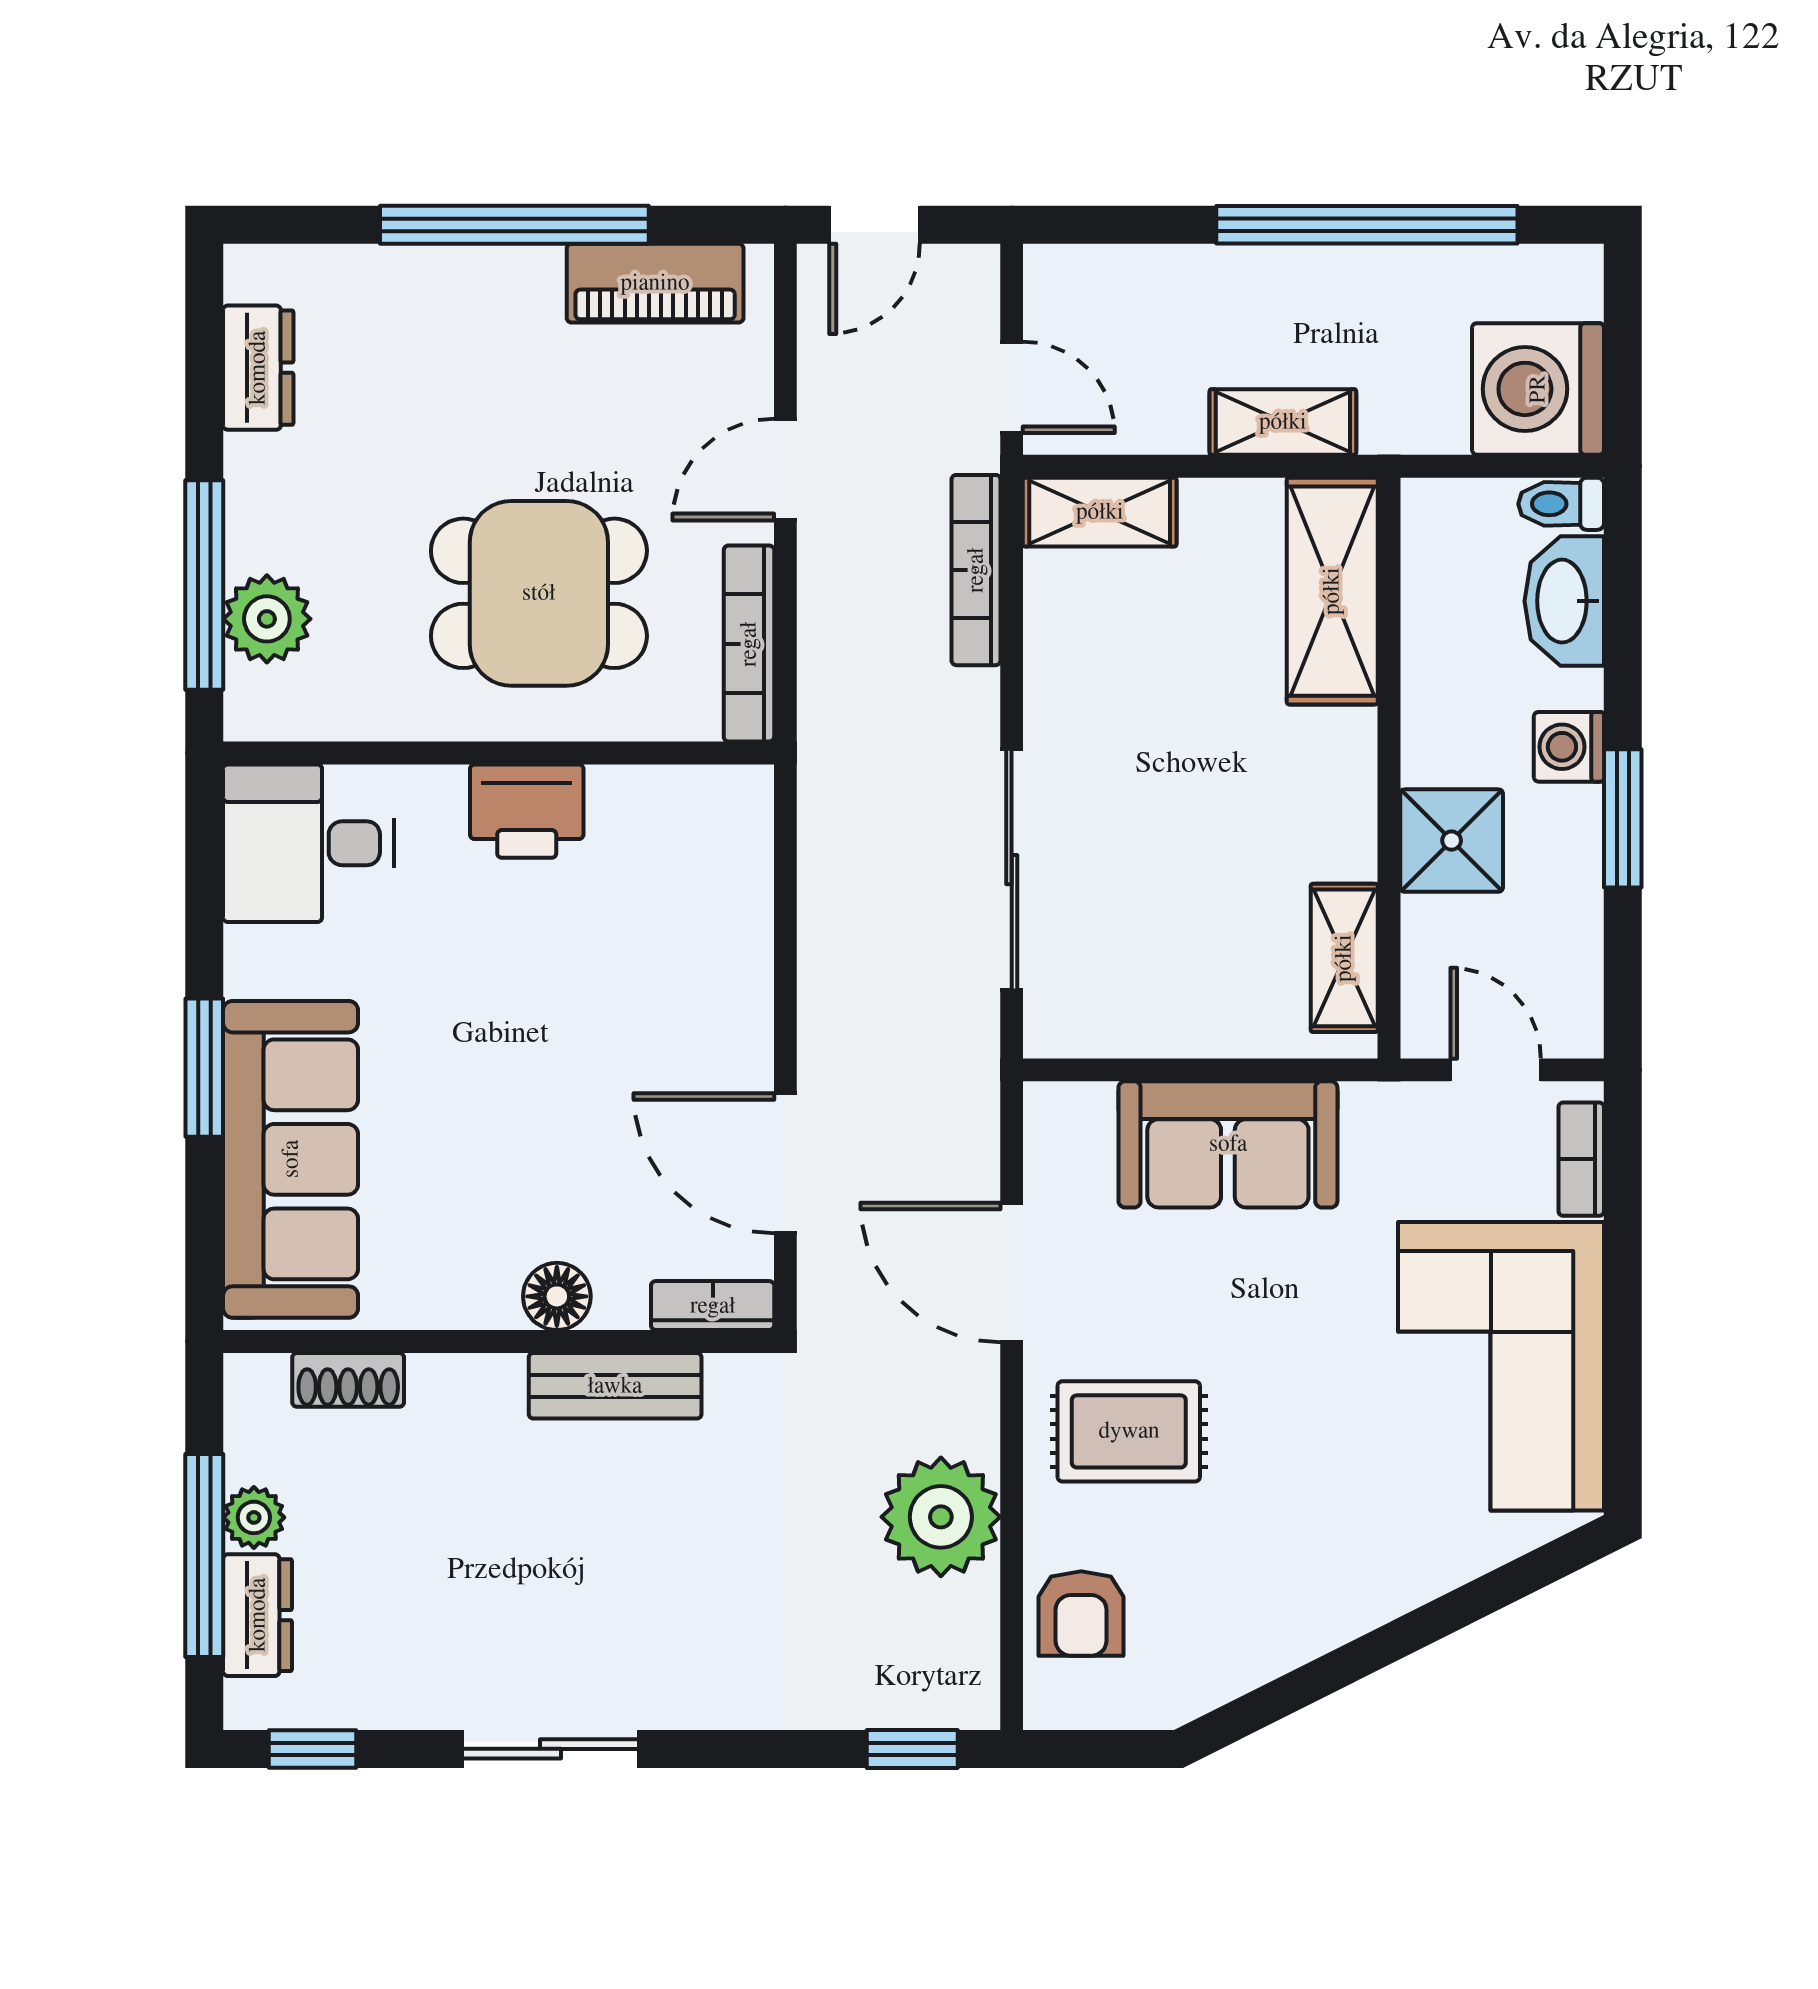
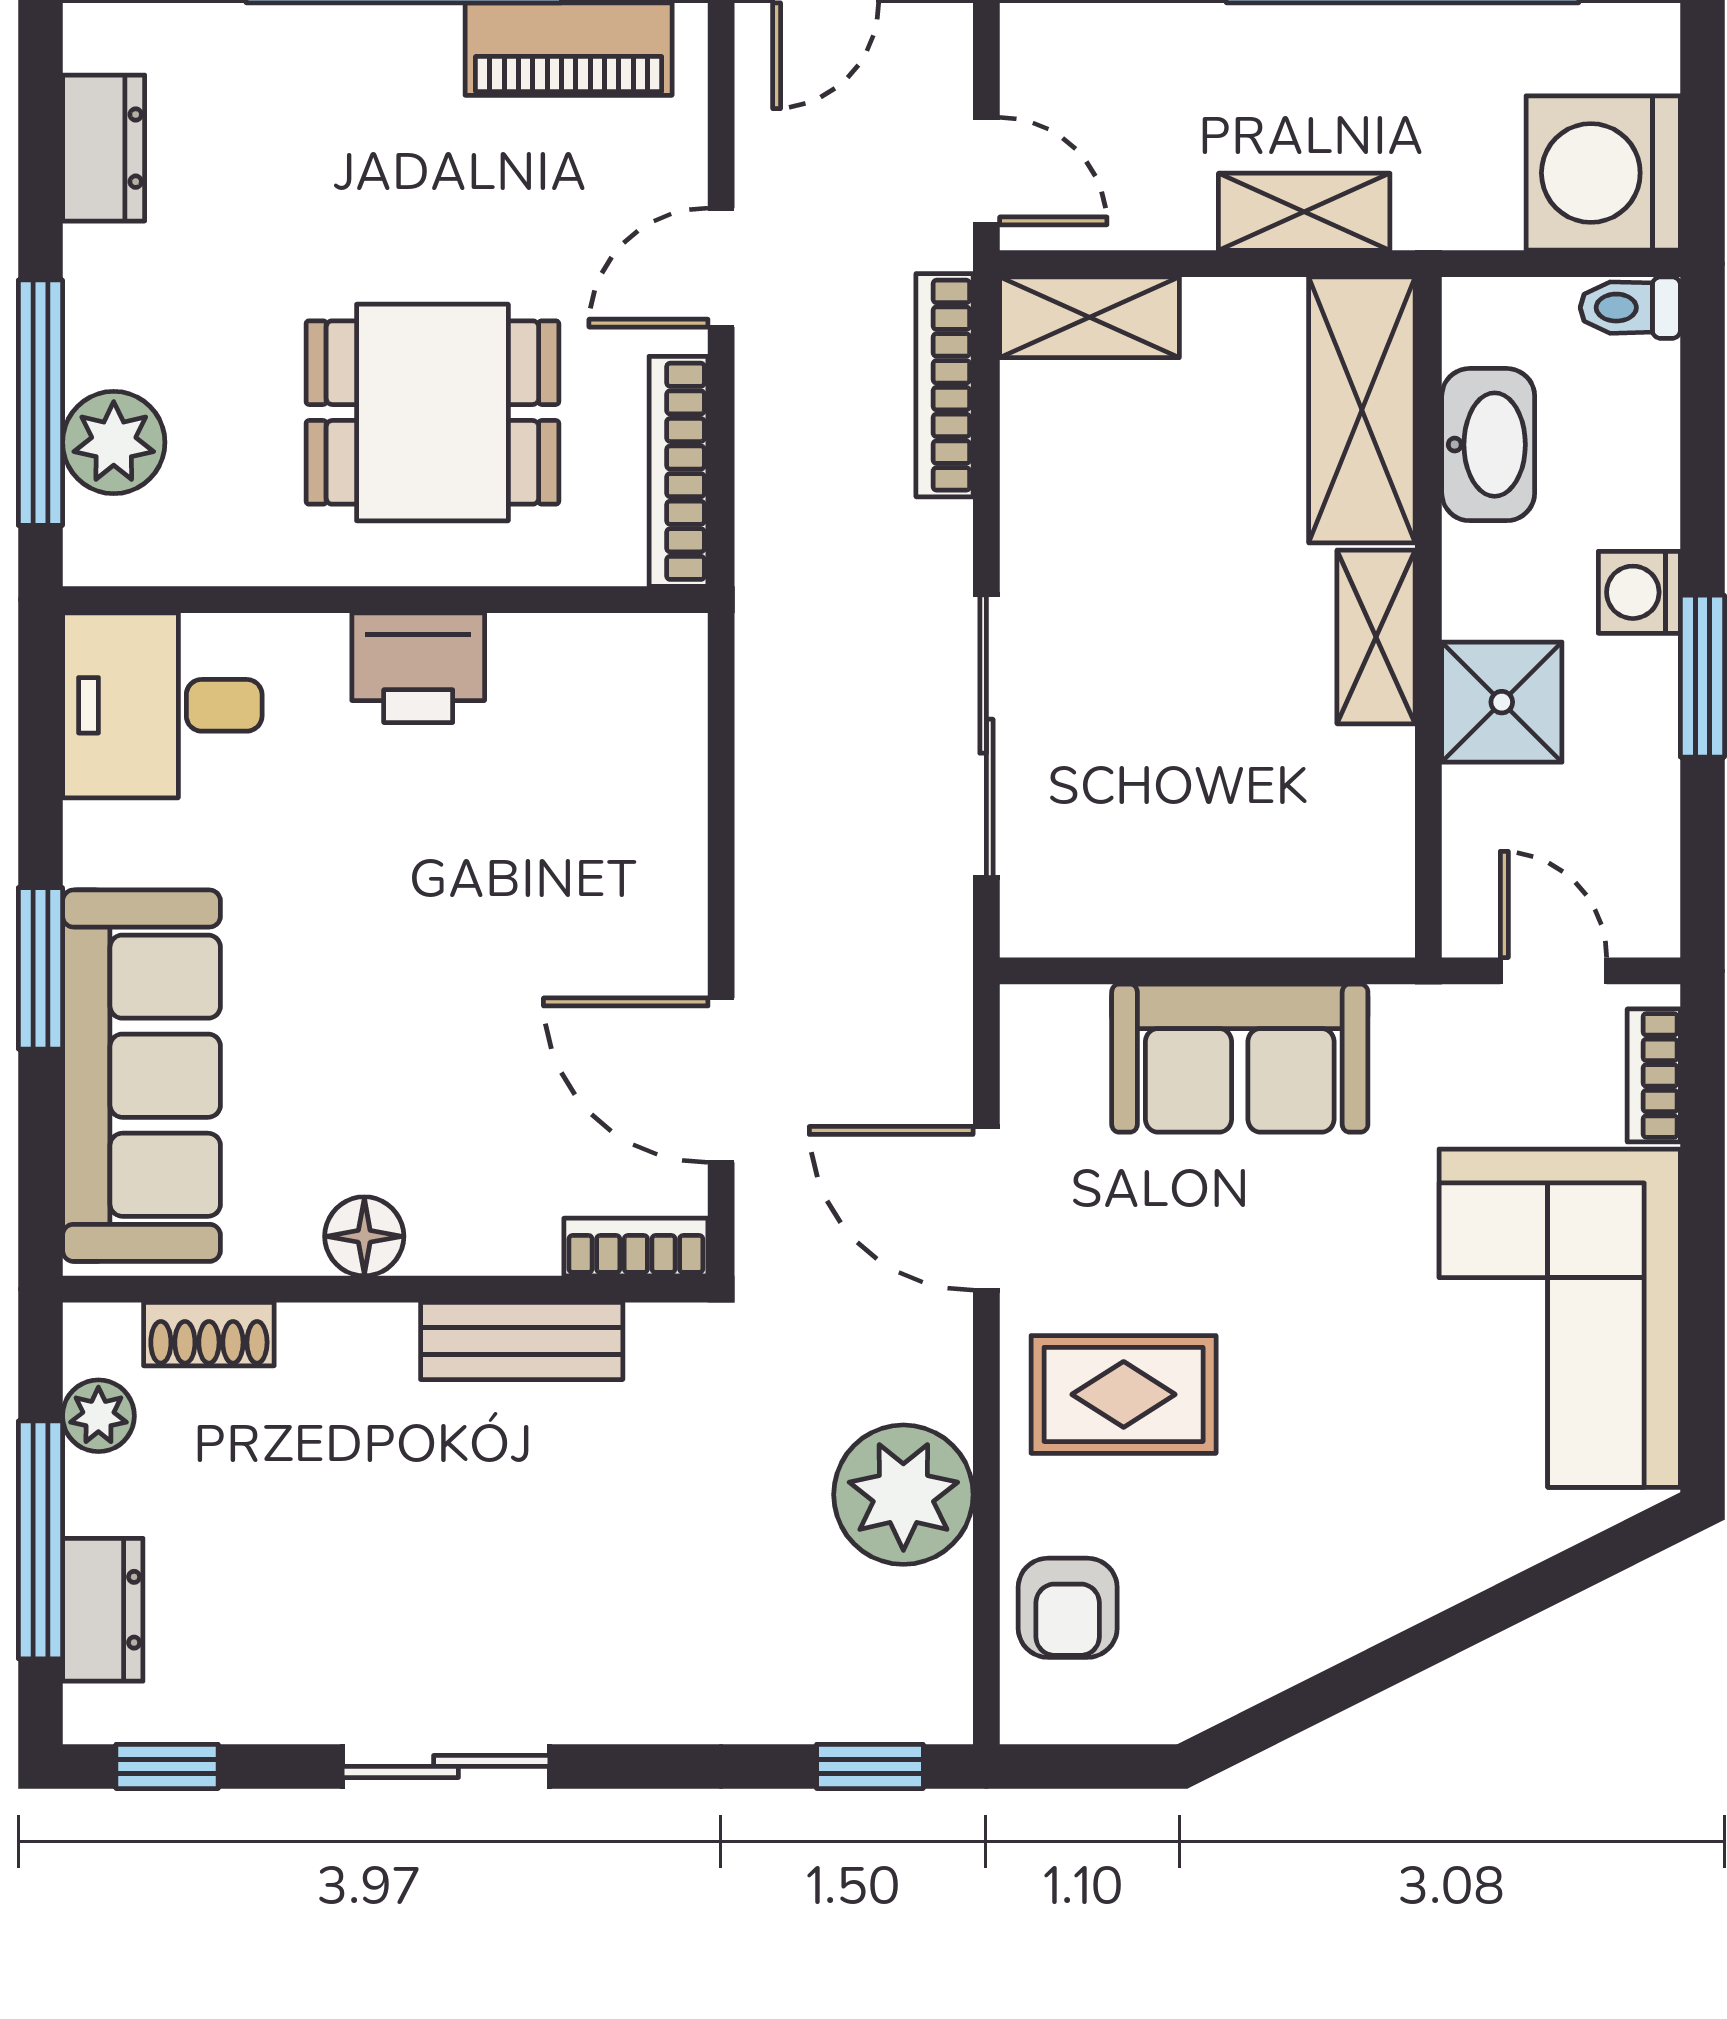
washbasin: (1564, 601) -> (1488, 445), moved, turned 180
shelving: (1344, 958) -> (1376, 637), moved
floor lamp: (557, 1296) -> (364, 1236), moved
plant: (254, 1517) -> (98, 1416), moved

